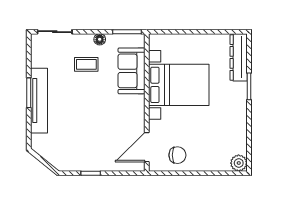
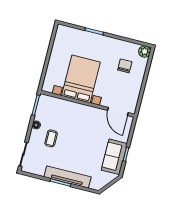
dresser: (239, 57) -> (73, 33), removed
sofa: (131, 71) -> (114, 157), moved, turned 90
chair: (177, 155) -> (125, 66), moved

